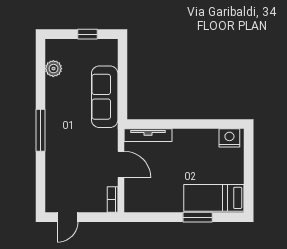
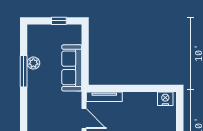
plant: (53, 69) -> (33, 63), moved
window: (40, 130) -> (24, 71), moved

